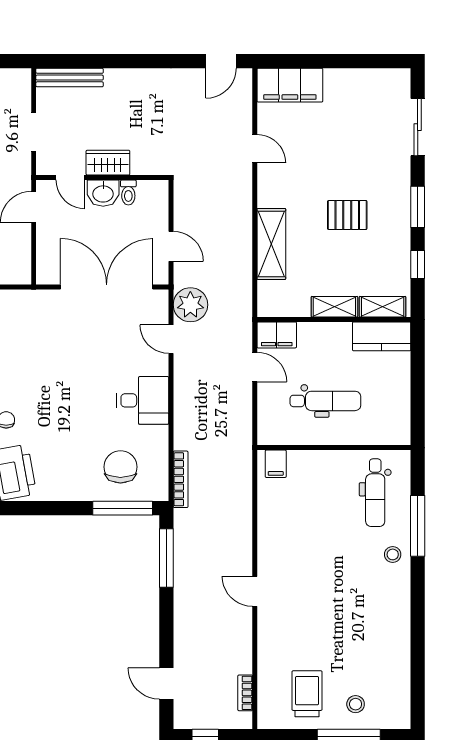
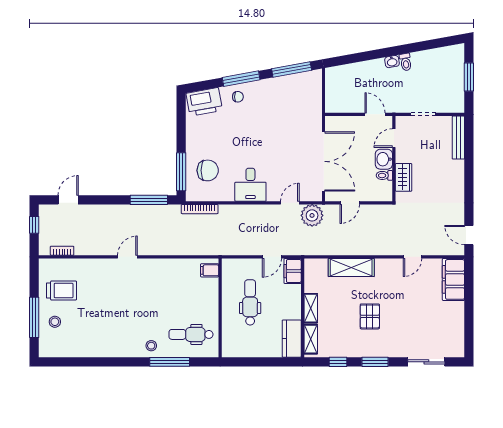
wardrobe: (108, 163) -> (404, 177), moved
dental chair: (325, 401) -> (250, 302), turned 180

